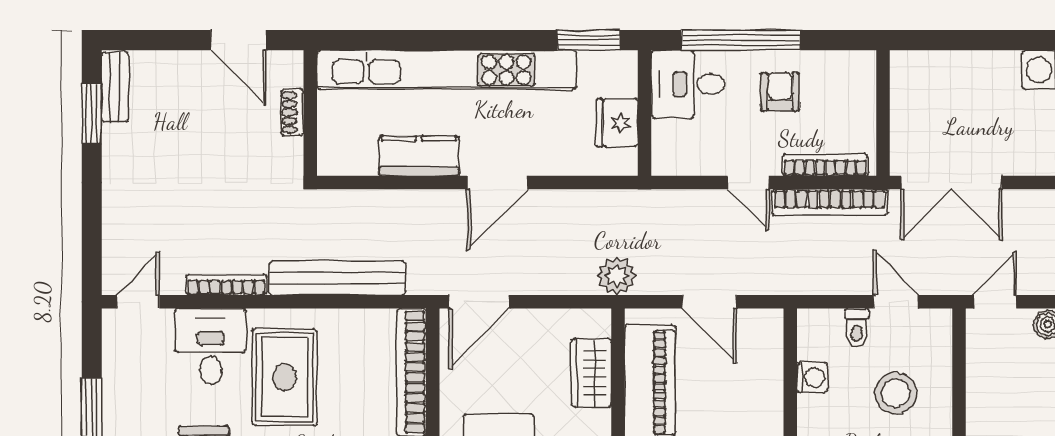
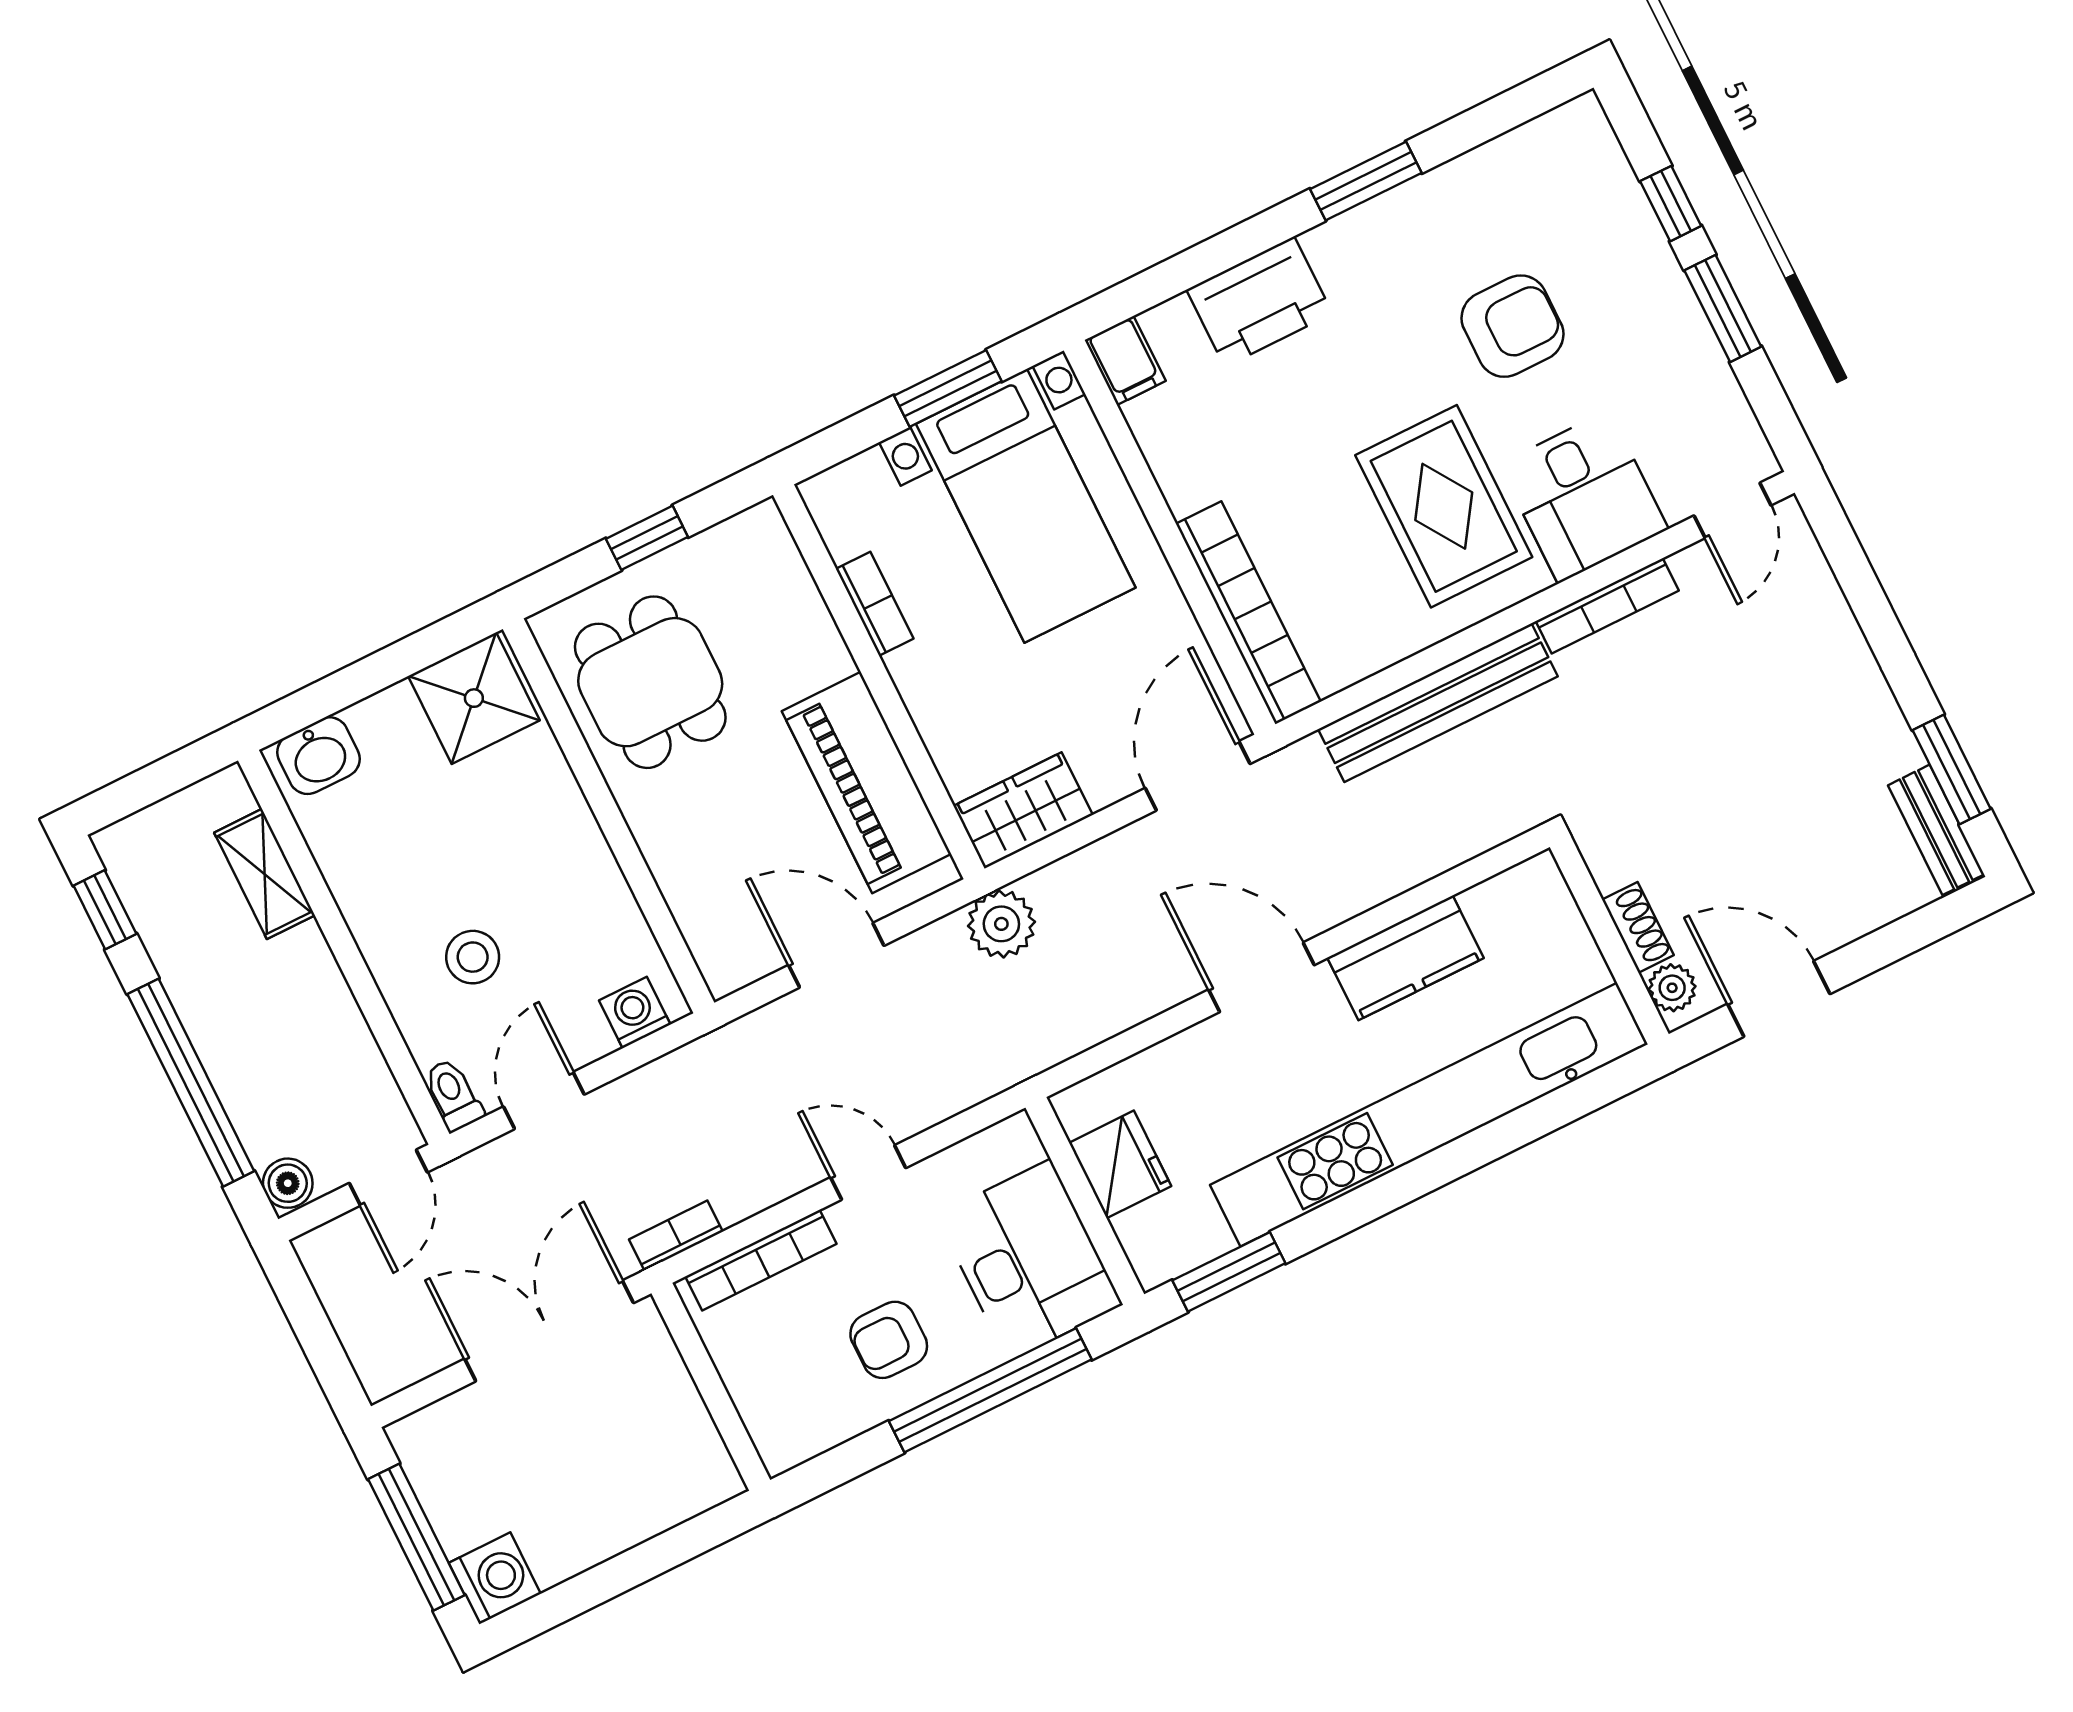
plant: (290, 73) -> (1672, 988), added
desk: (688, 84) -> (1029, 1260), width x1.37
armchair: (780, 92) -> (889, 1340), turned 90
door: (497, 183) -> (1261, 977), hinge flipped
bookcase: (830, 202) -> (676, 1235), width x0.43, depth x0.76
door: (896, 302) -> (544, 1100), swing flipped
toilet: (857, 328) -> (453, 1095), moved
wardrobe: (591, 373) -> (1023, 810), moved, turned -90
washing machine: (812, 378) -> (635, 1012), moved, turned 90
stool: (896, 393) -> (473, 957), width x0.73, depth x0.73

